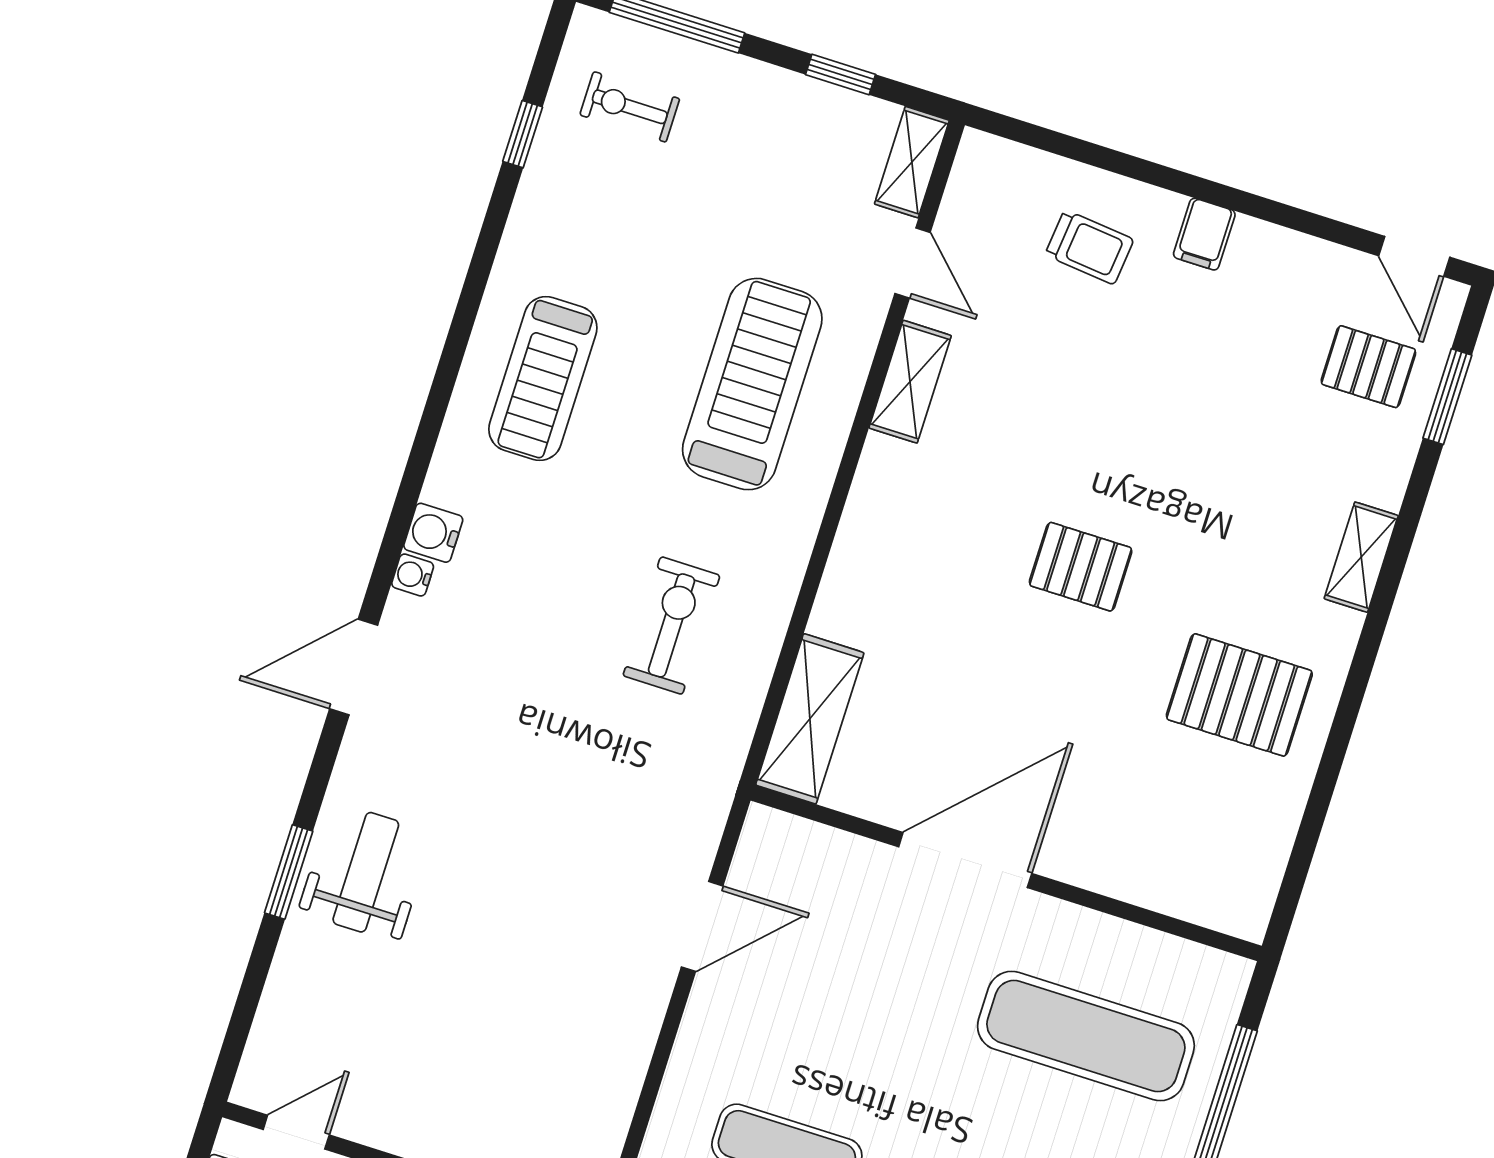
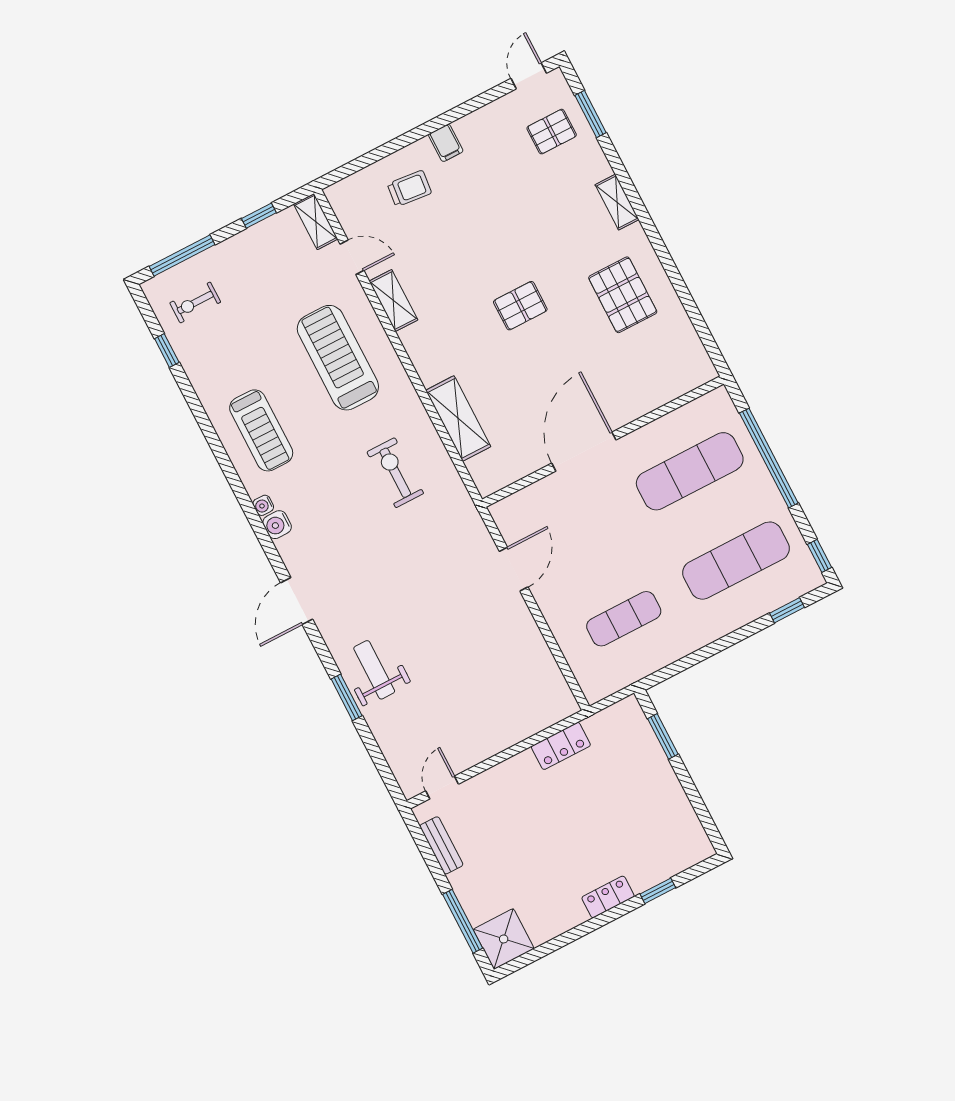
door: (1414, 256) -> (529, 76), swing flipped
water cooler: (413, 575) -> (263, 505), moved
pallet: (1239, 695) -> (623, 295), turned 90
shelving: (810, 719) -> (458, 418), moved

